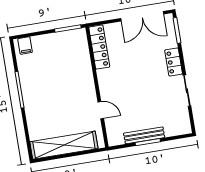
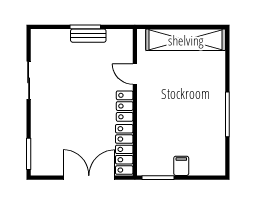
double door: (142, 16) -> (89, 178), moved
filing cabinet: (25, 46) -> (181, 166), moved
locker: (174, 62) -> (125, 106), moved, turned 180
bench: (144, 135) -> (88, 36), width x0.73

